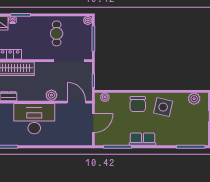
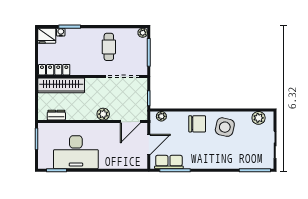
door: (76, 102) -> (130, 122), swing flipped
chair: (138, 104) -> (197, 124), turned -90
desk: (34, 119) -> (76, 152), moved, turned 180
row of seats: (143, 139) -> (169, 162), moved

